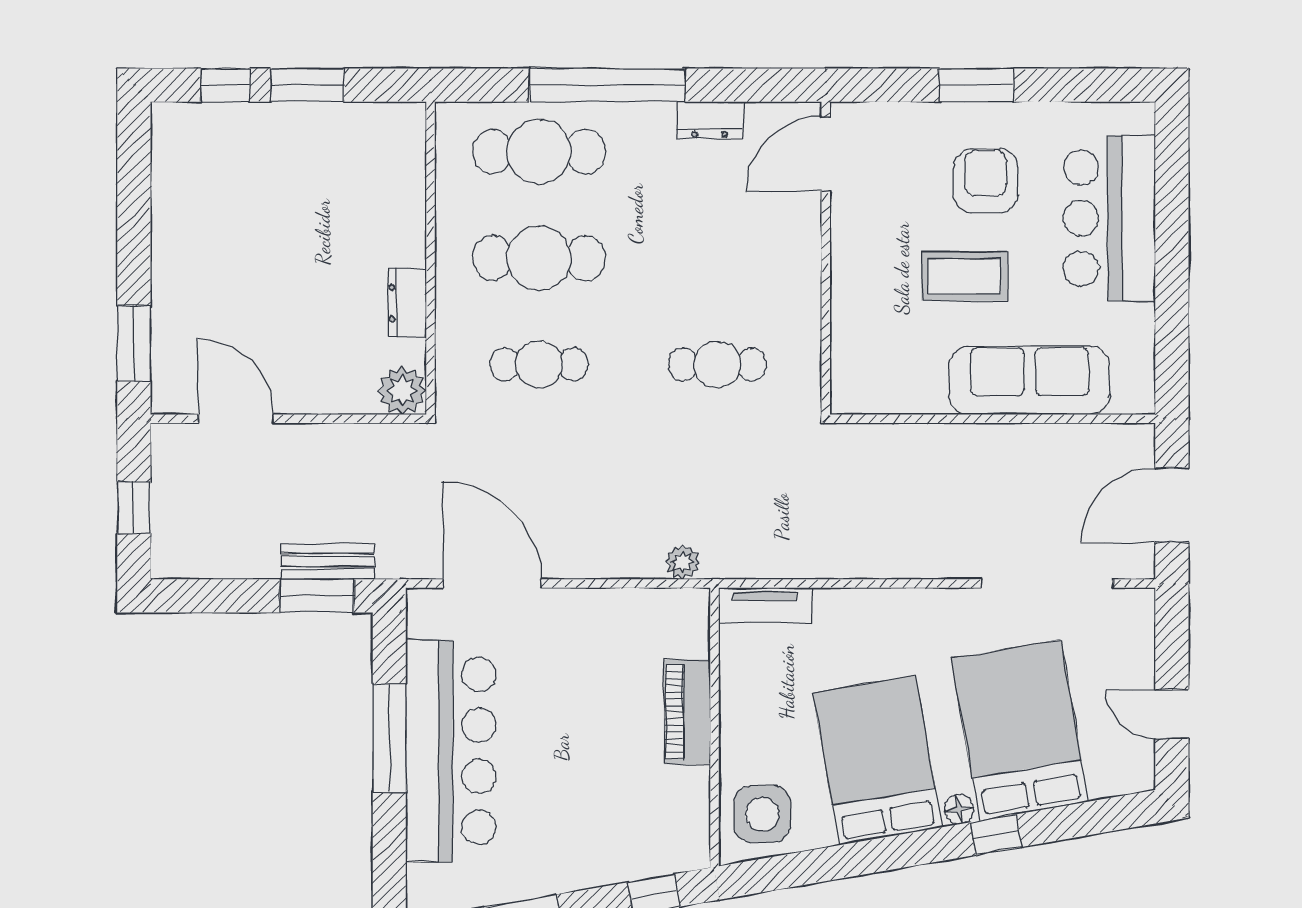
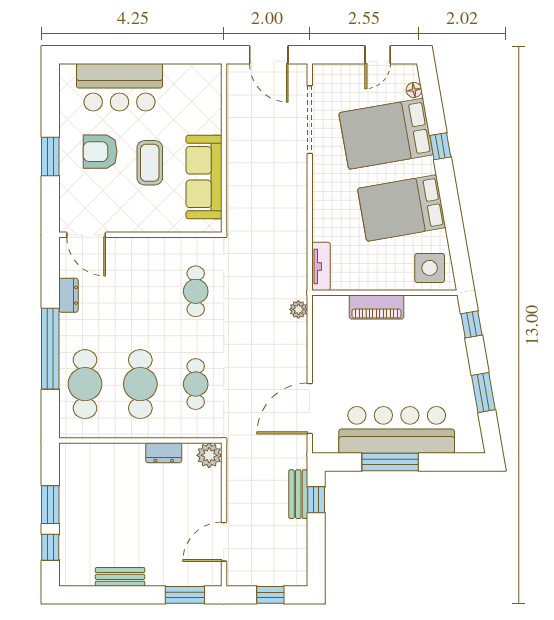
bench: (168, 219) -> (120, 577), added
sofa: (1030, 380) -> (204, 177), moved
window: (317, 596) -> (316, 500), width x0.67
floor lamp: (959, 809) -> (414, 90), moved

